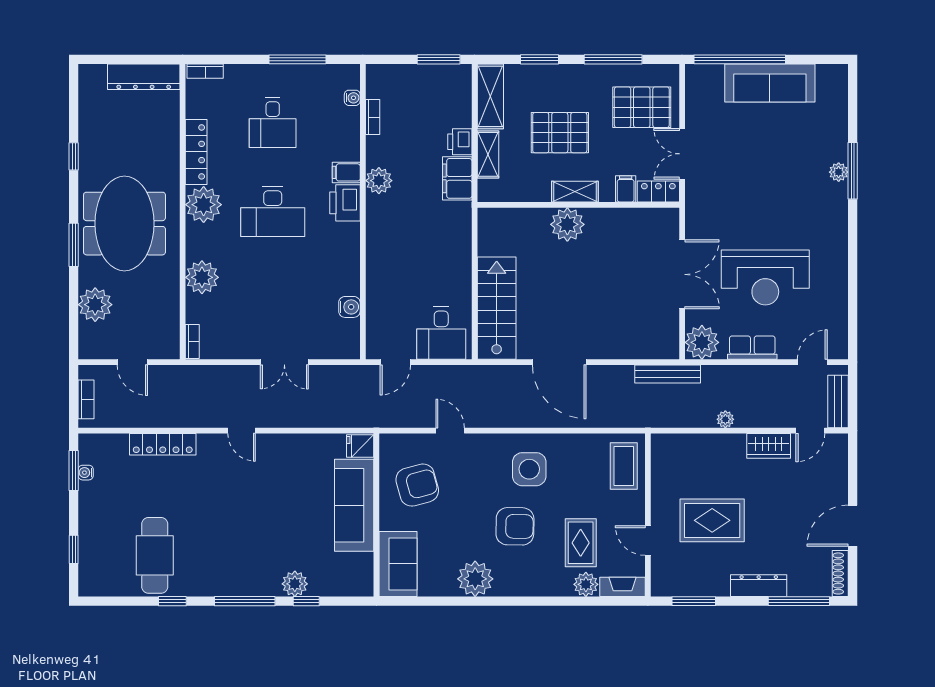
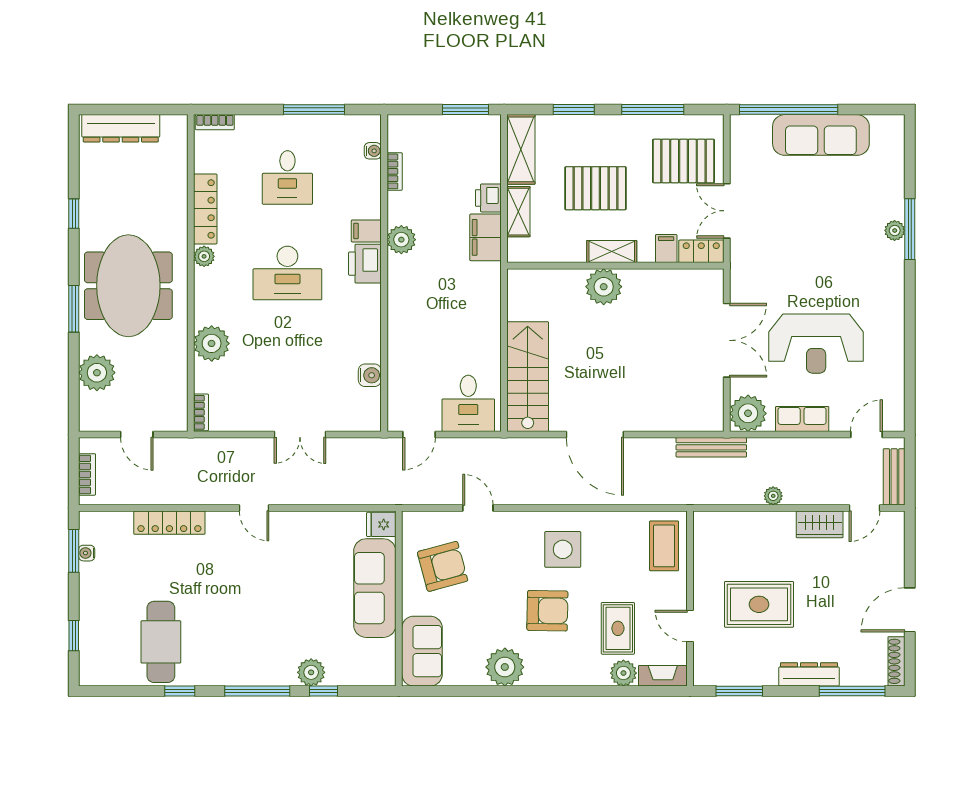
dresser: (144, 77) -> (121, 128), moved
plant: (204, 205) -> (204, 256), width x0.53, depth x0.53

